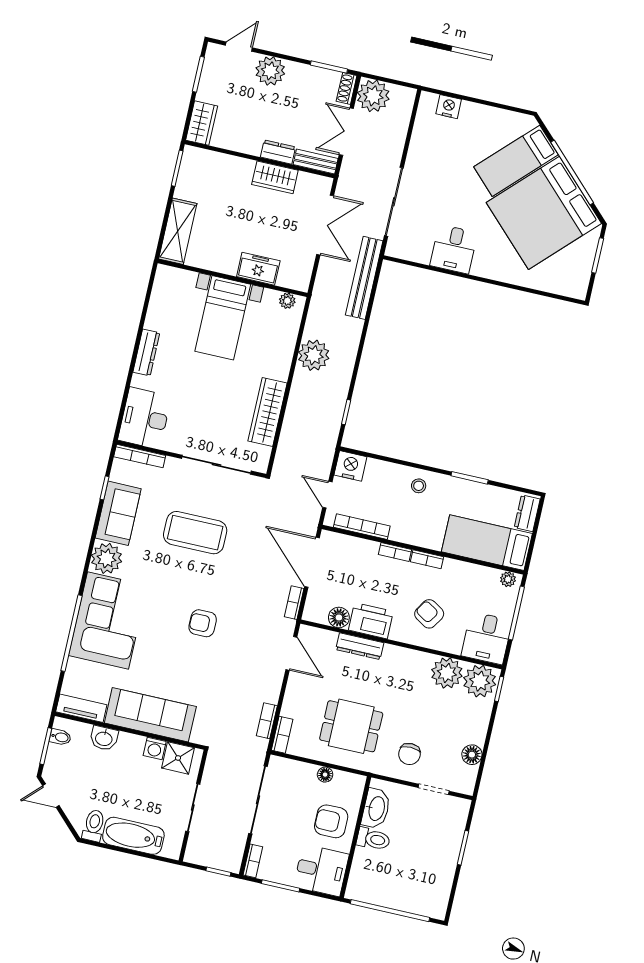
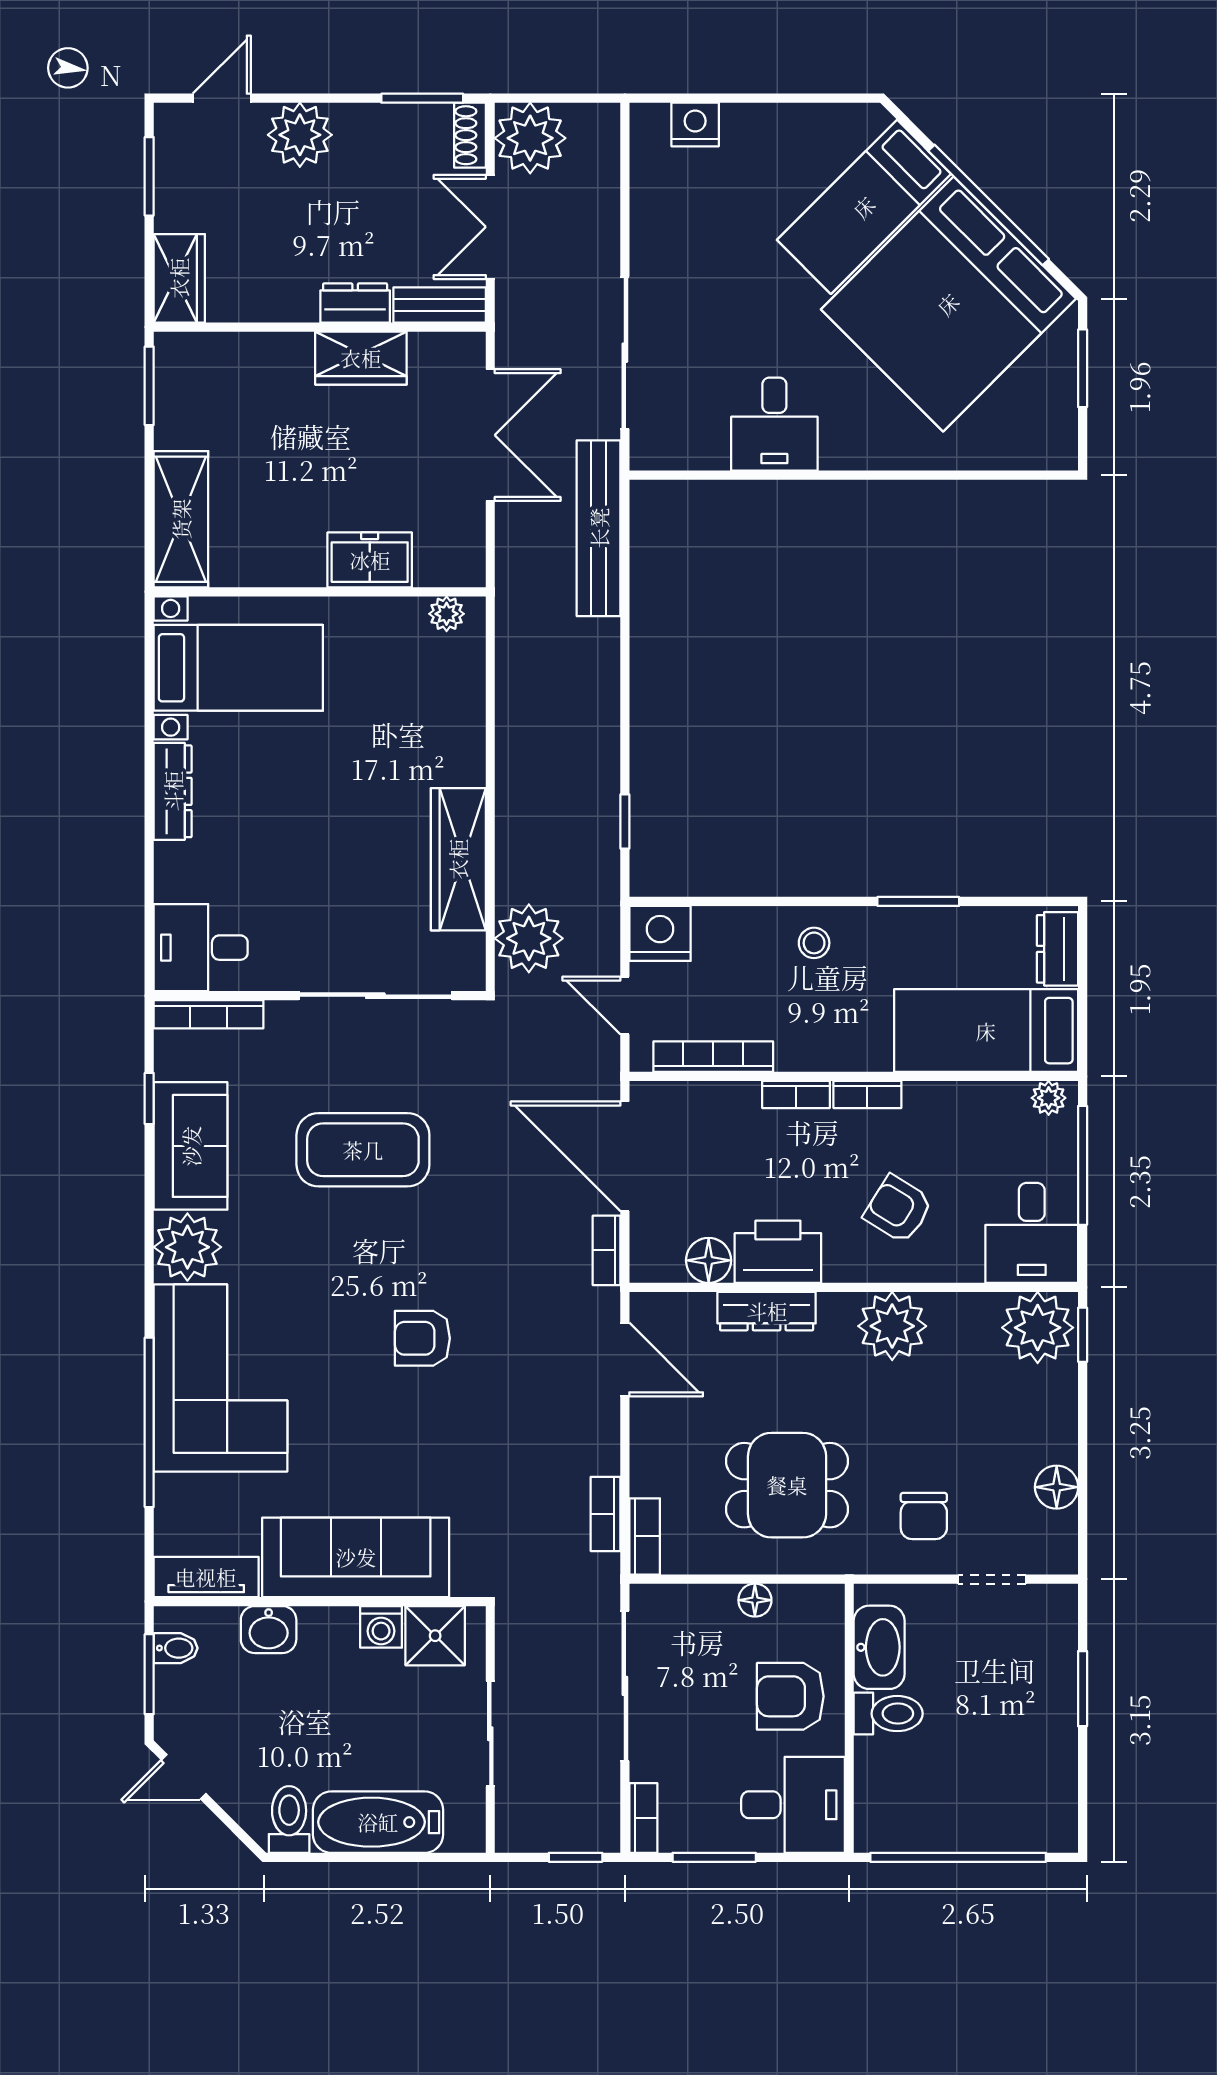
bed with nightstands: (223, 318) -> (238, 668), moved, turned -90
plant: (314, 355) -> (529, 938), moved
desk: (145, 418) -> (201, 948), width x0.73
plant: (447, 673) -> (892, 1326), moved

